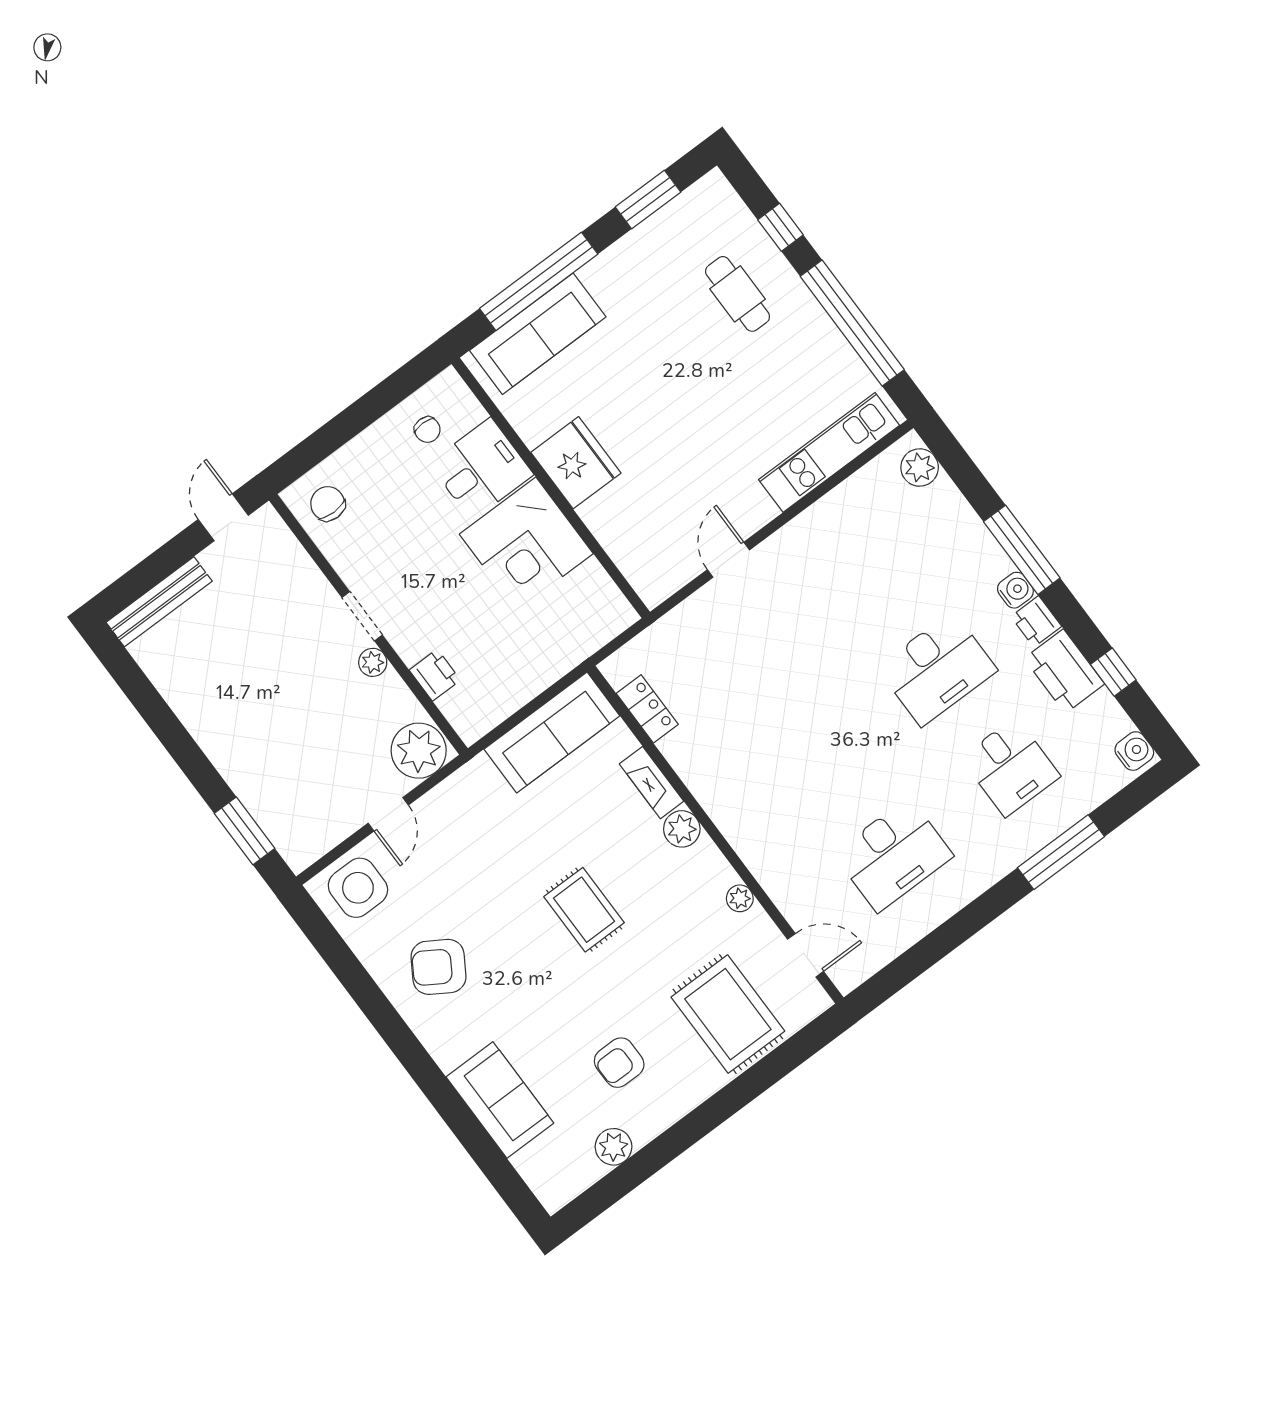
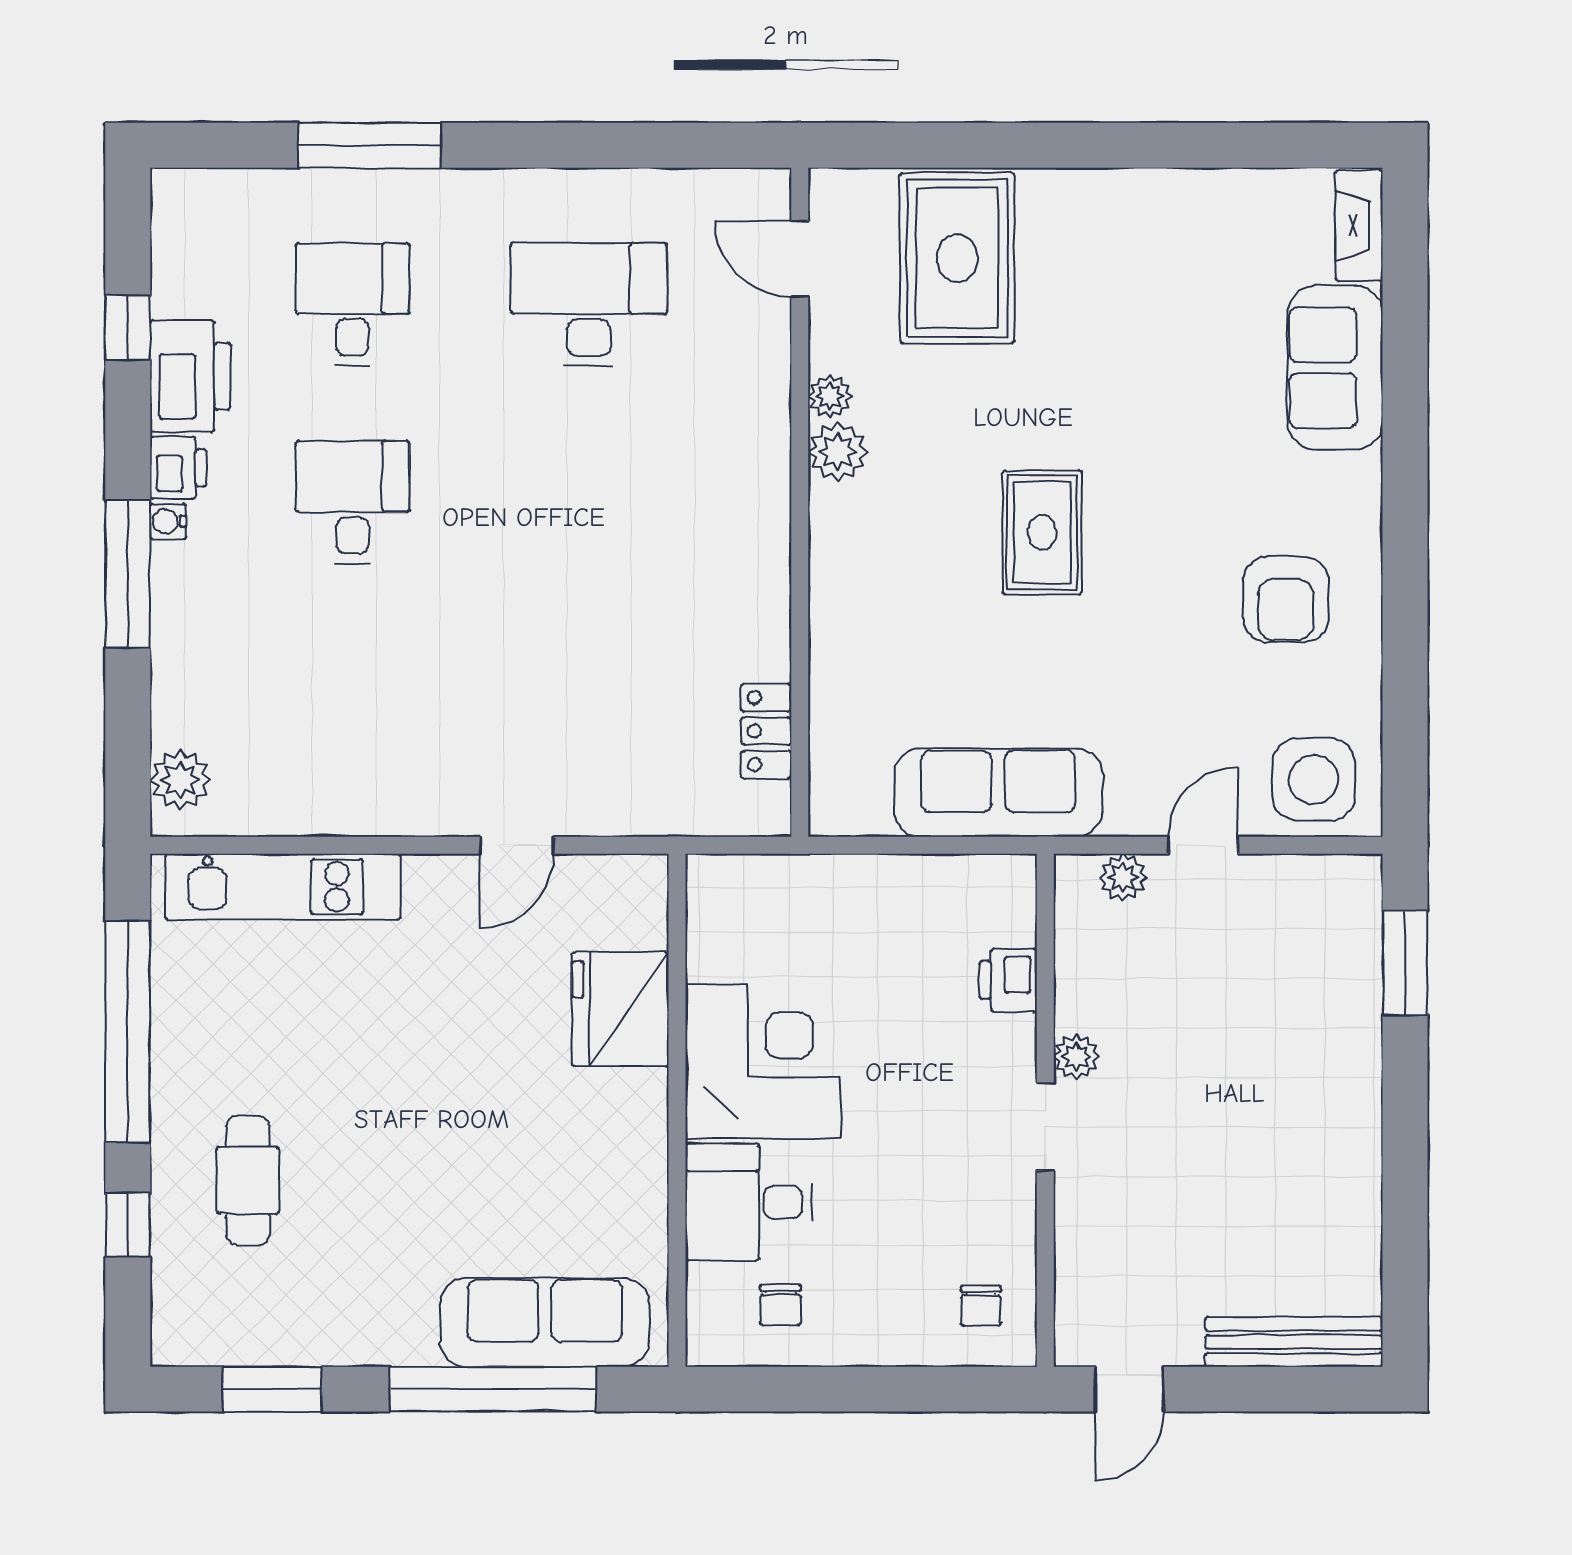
chair: (427, 430) -> (780, 1305), turned 180
fridge: (576, 463) -> (620, 1009), moved
chair: (328, 504) -> (981, 1306), width x0.73, depth x0.73
water cooler: (1015, 590) -> (168, 521), width x0.72, depth x0.72
desk: (937, 669) -> (352, 502), width x0.73
sofa: (552, 733) -> (998, 793), moved
plant: (419, 751) -> (1123, 877), width x0.53, depth x0.53
water cooler: (1134, 751) -> (177, 205), removed
fireplace: (652, 783) -> (1359, 226), moved, turned 180
plant: (682, 829) -> (838, 452), moved
armchair: (439, 967) -> (1286, 599), turned 58
armchair: (619, 1063) -> (1145, 301), removed
plant: (614, 1147) -> (1234, 197), removed

